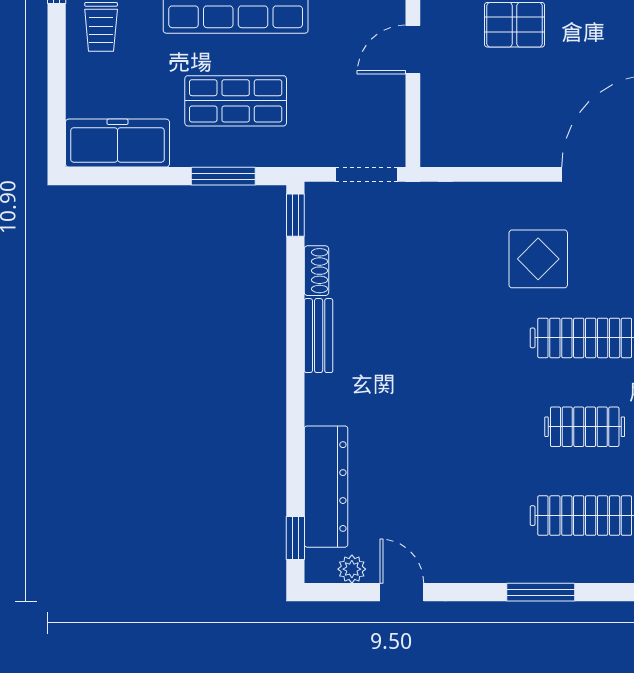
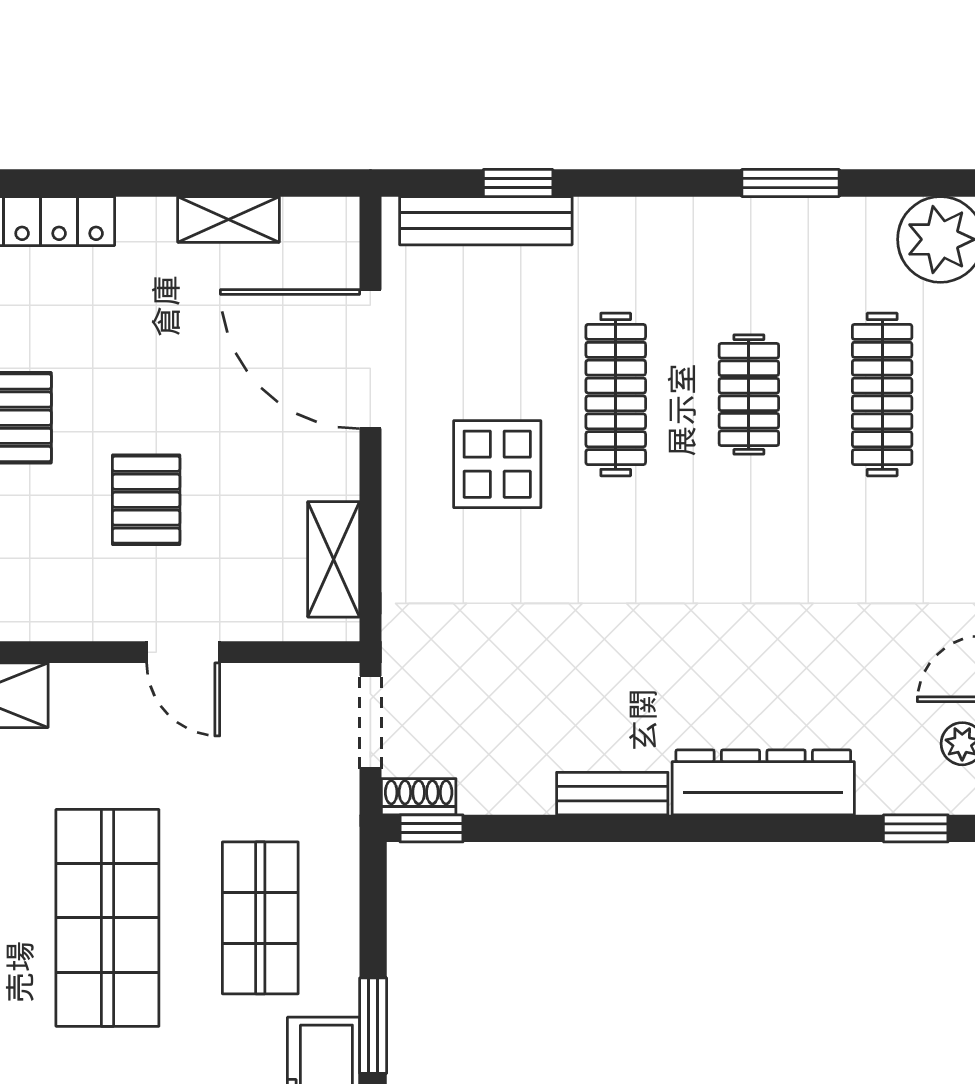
shelving: (475, 150) -> (334, 559), added
window: (223, 176) -> (373, 1026), moved
shoe rack: (316, 271) -> (419, 797), moved
dresser: (326, 487) -> (763, 782), moved

